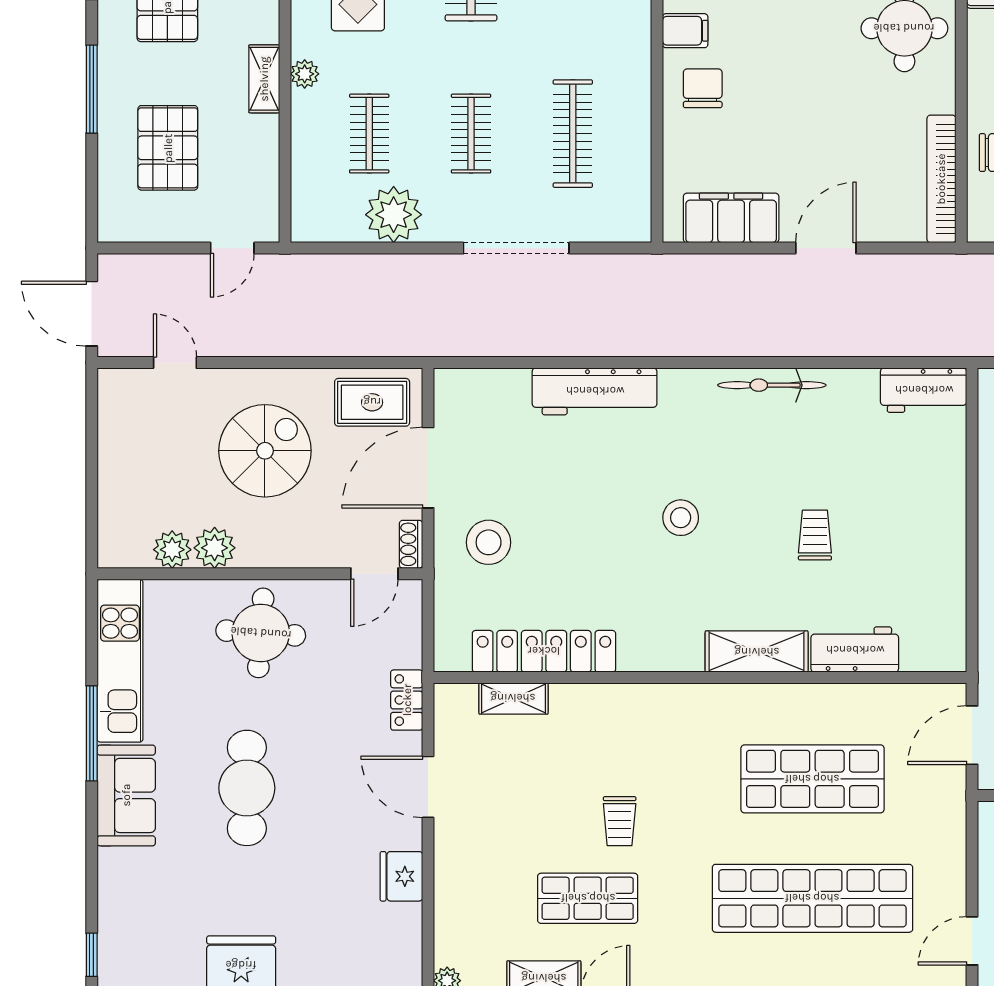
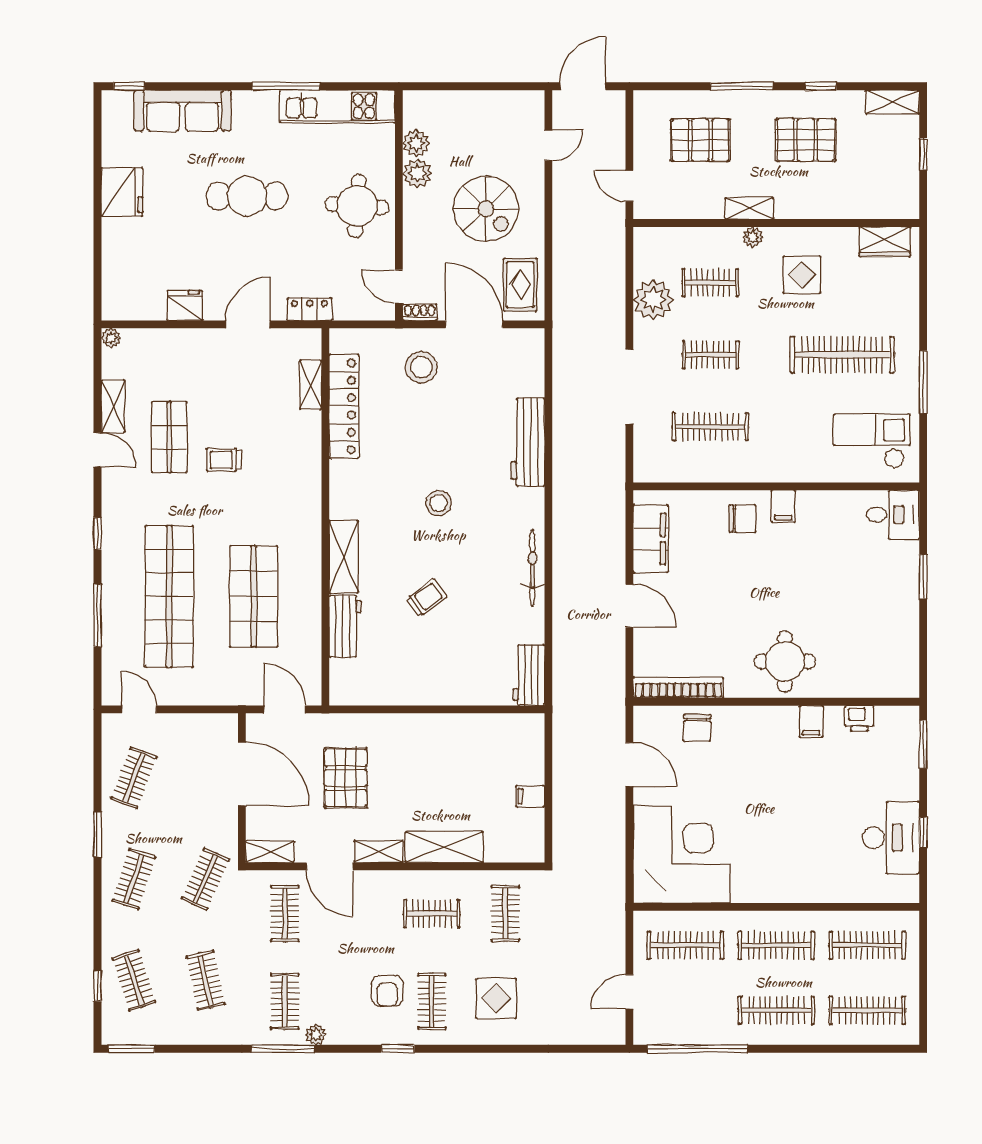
trolley: (815, 535) -> (426, 598), turned -36
sofa: (126, 795) -> (183, 111), moved, width x1.36

